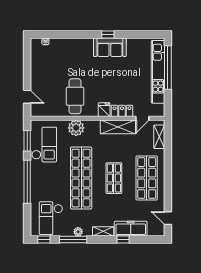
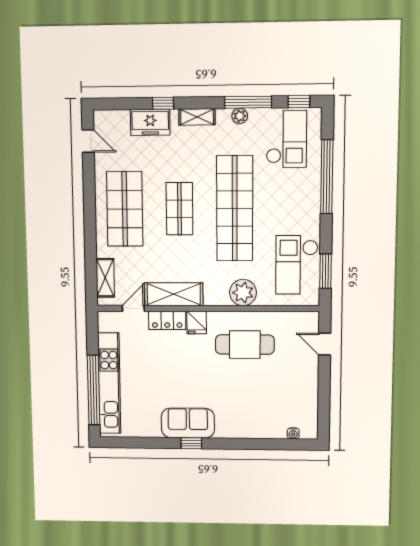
cafe table: (75, 96) -> (245, 345), turned 90
window: (27, 182) -> (327, 177), moved
freezer: (131, 229) -> (150, 122), width x0.71

